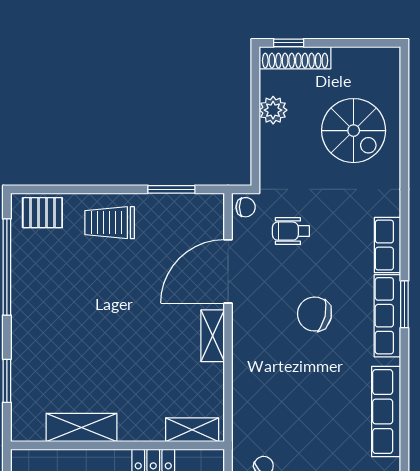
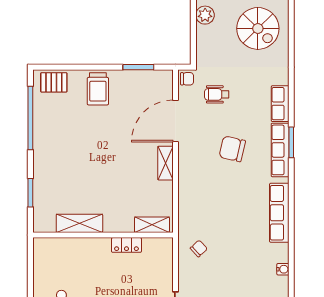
trolley: (110, 223) -> (98, 89), turned -90

